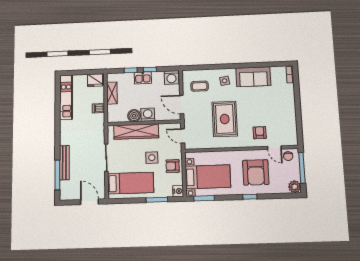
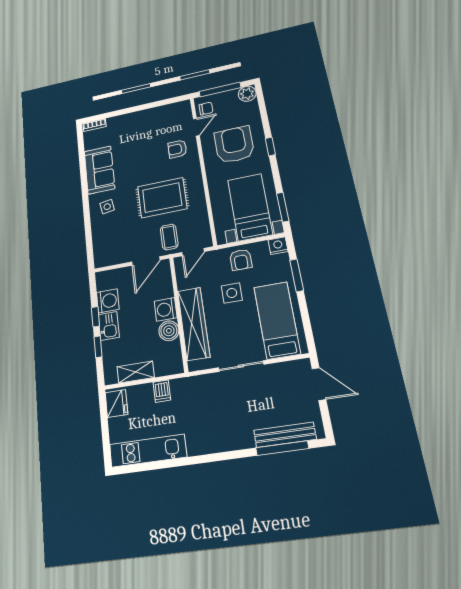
washing machine: (171, 77) -> (108, 301), moved
coffee table: (200, 86) -> (169, 237), moved
bench: (64, 163) -> (285, 435), moved
armchair: (256, 172) -> (234, 145), turned -90
door: (90, 202) -> (319, 384), swing flipped

